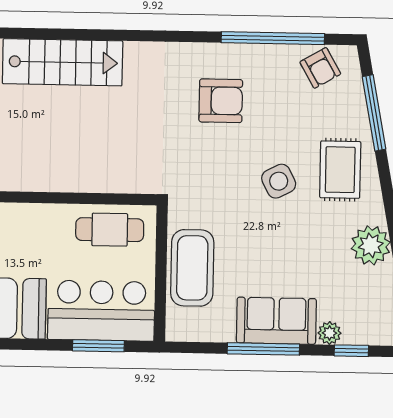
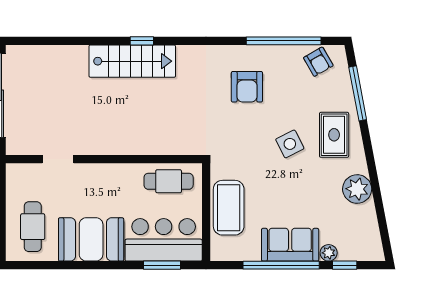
window: (76, 34) -> (142, 41), added
armchair: (221, 101) -> (247, 87), turned 90
window: (263, 349) -> (281, 265), width x1.46

